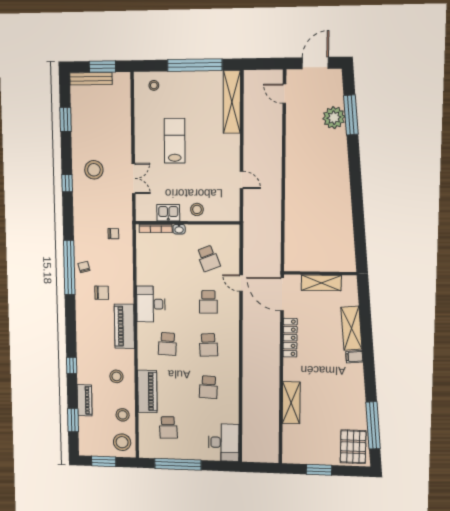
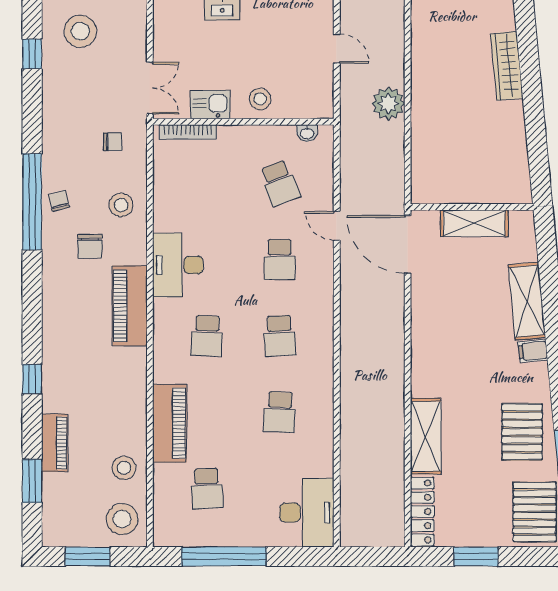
double door: (133, 178) -> (150, 88), moved
wardrobe: (343, 190) -> (507, 66), added
plant: (272, 212) -> (388, 103), added
washbasin: (179, 229) -> (307, 133), moved
chair: (102, 293) -> (90, 246), turned 90
locker: (290, 338) -> (422, 511), moved
stool: (116, 376) -> (121, 205), moved
pallet: (347, 402) -> (522, 432), added

